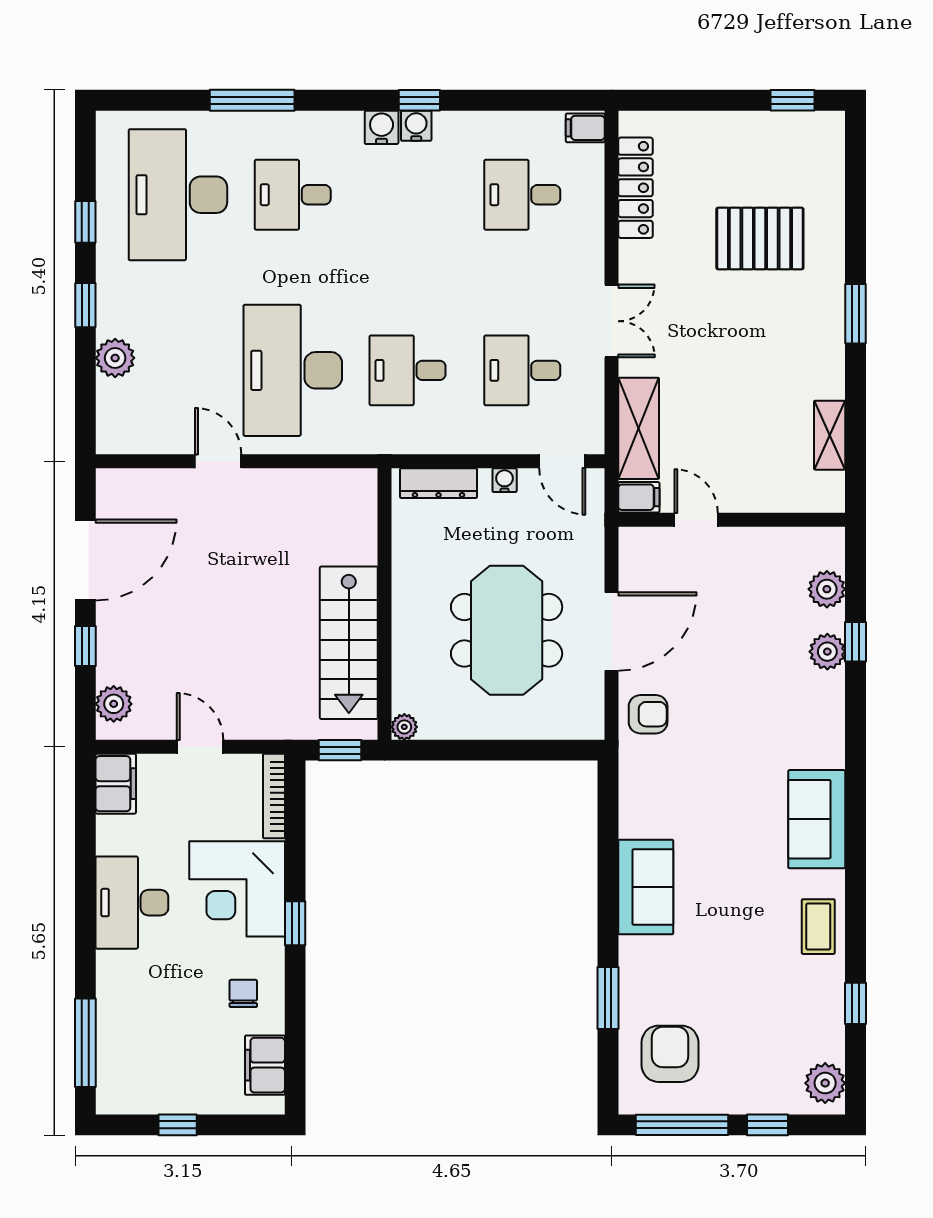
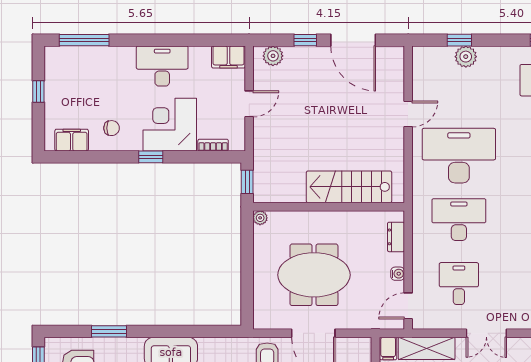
window: (85, 305) -> (459, 40), moved
desk: (408, 370) -> (459, 220), width x1.37
dresser: (439, 483) -> (396, 237), width x0.70
stairs: (349, 643) -> (349, 187), moved
bookcase: (274, 796) -> (213, 145), width x0.64

